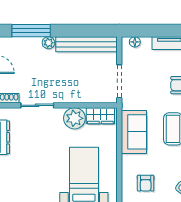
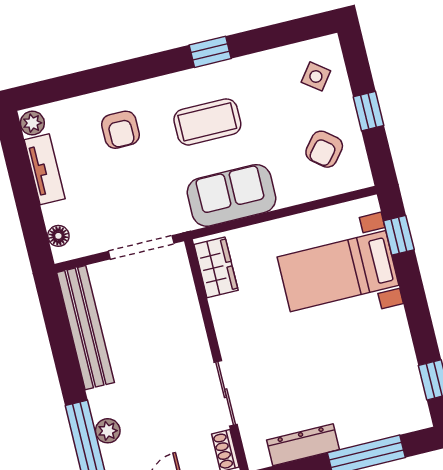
plant: (48, 43) -> (108, 431), moved
plant: (74, 118) -> (233, 316), removed
armchair: (146, 183) -> (324, 149), turned 129

